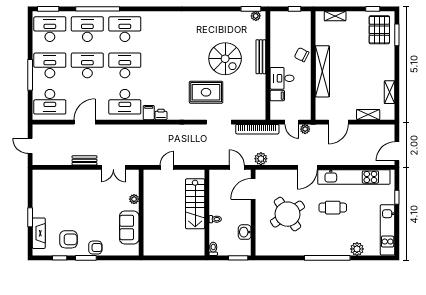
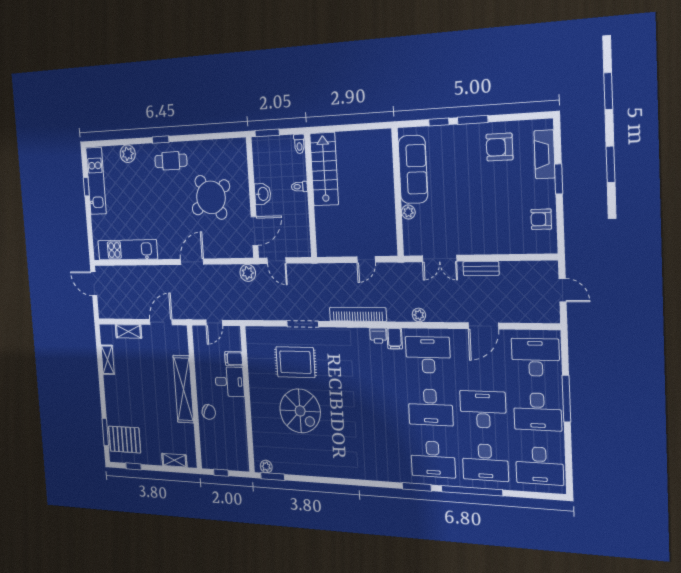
window: (48, 9) -> (417, 487), moved
pallet: (379, 30) -> (125, 439), turned 90
bench: (261, 57) -> (257, 412), removed
spiral stairs: (225, 59) -> (300, 411), turned 180
desk: (87, 65) -> (483, 409), turned 180
rug: (206, 92) -> (295, 362), moved
door: (292, 122) -> (214, 323), swing flipped
bookcase: (257, 129) -> (358, 314), moved
plant: (305, 129) -> (419, 315), moved
door: (397, 151) -> (94, 284), swing flipped
double door: (113, 167) -> (440, 259), swing flipped
kitchen unit: (354, 177) -> (128, 250), width x0.73
window: (397, 197) -> (86, 187), moved
stairs: (195, 204) -> (324, 169), moved
cafe table: (333, 208) -> (171, 161), moved
sofa: (129, 228) -> (413, 169), width x1.36
washbasin: (245, 232) -> (263, 194), moved
armchair: (95, 248) -> (541, 219), moved
window: (60, 258) -> (439, 122), moved
window: (327, 258) -> (160, 140), width x0.32

